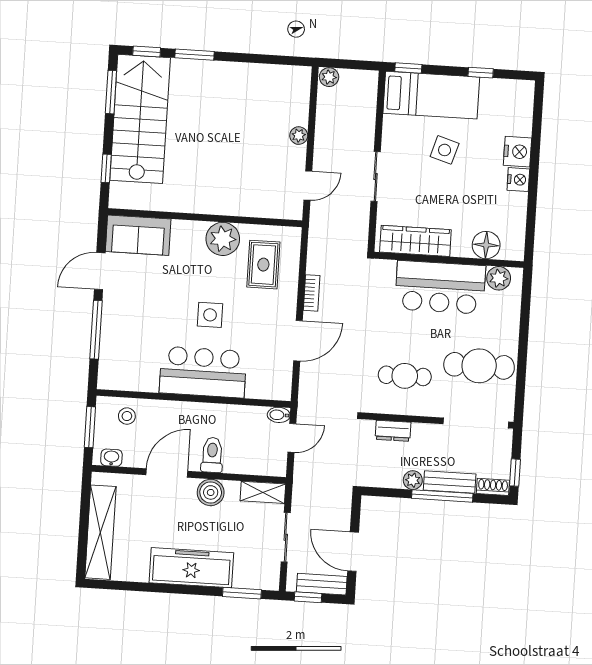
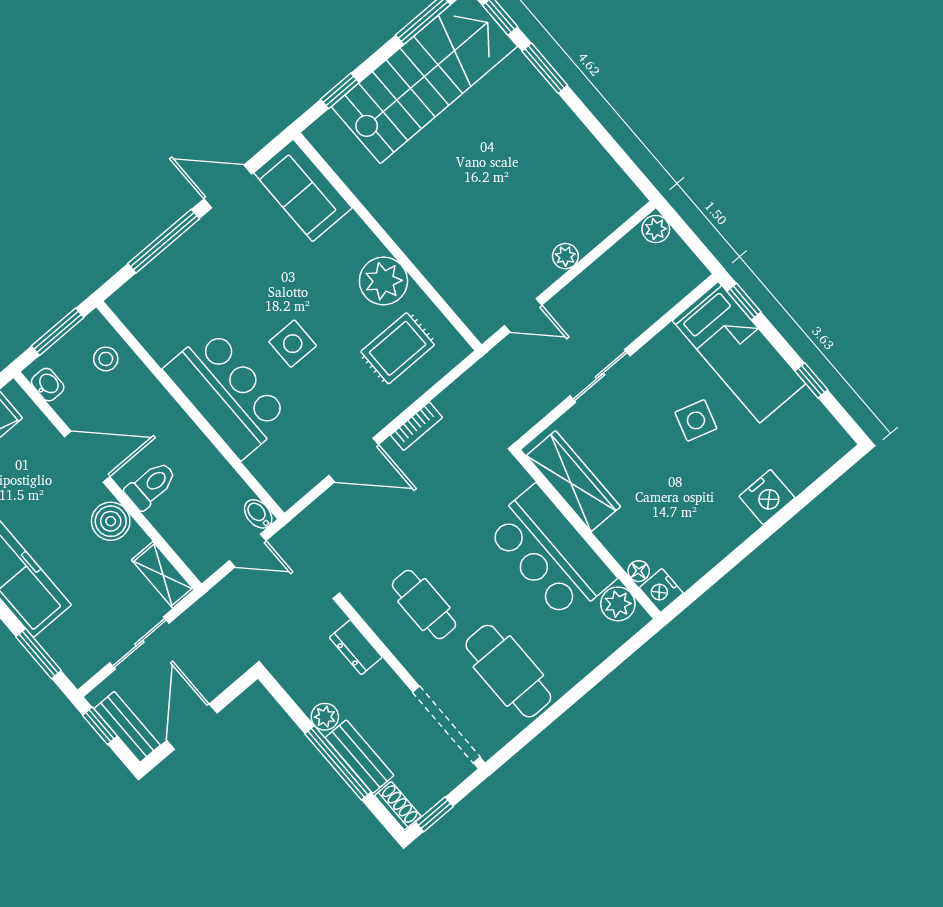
nightstand: (518, 180) -> (661, 590), moved, turned 90
floor lamp: (486, 245) -> (639, 571), width x0.53, depth x0.53

